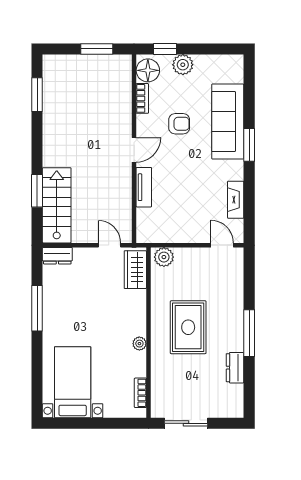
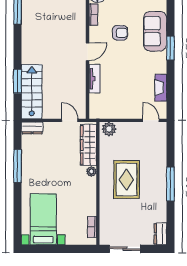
sofa: (228, 121) -> (155, 31), width x0.73
wardrobe: (135, 270) -> (88, 145), width x1.50
plant: (139, 344) -> (91, 172), moved
dresser: (235, 368) -> (160, 234), moved

